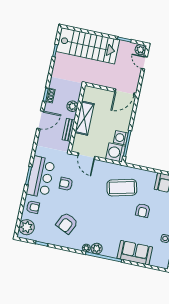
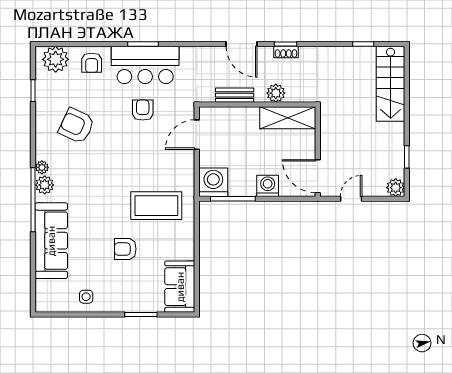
stairs: (88, 46) -> (391, 84), width x0.73, depth x0.66
door: (144, 63) -> (351, 199), moved
shelving: (84, 118) -> (288, 118), moved
washing machine: (121, 138) -> (268, 186), moved
coffee table: (122, 188) -> (156, 206), turned -76
sofa: (135, 253) -> (51, 241), width x1.36

